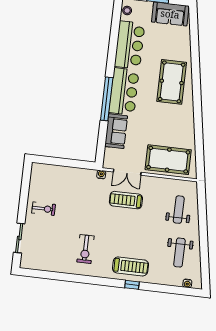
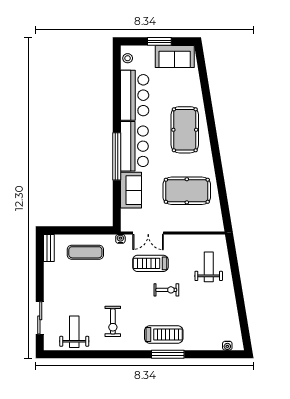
pool table: (168, 160) -> (187, 191), moved
bench: (35, 175) -> (49, 248), added
exercise mat: (68, 183) -> (85, 252), added
exercise bike: (44, 209) -> (166, 290), moved
weight bench: (179, 253) -> (74, 332), moved, turned 180
window: (132, 285) -> (168, 354), width x2.17

